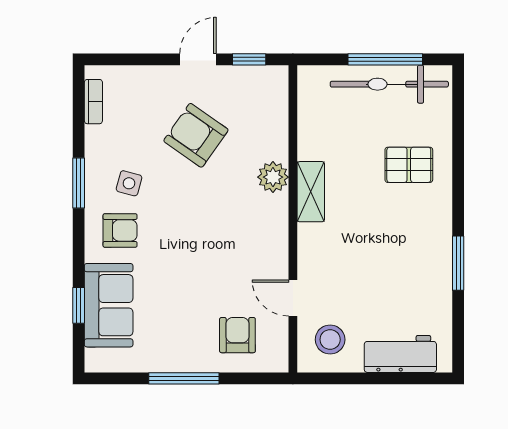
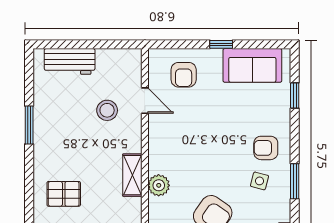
sofa: (109, 305) -> (252, 65), moved, turned -90
stool: (330, 340) -> (107, 110), moved
window: (184, 378) -> (221, 44), width x0.46

